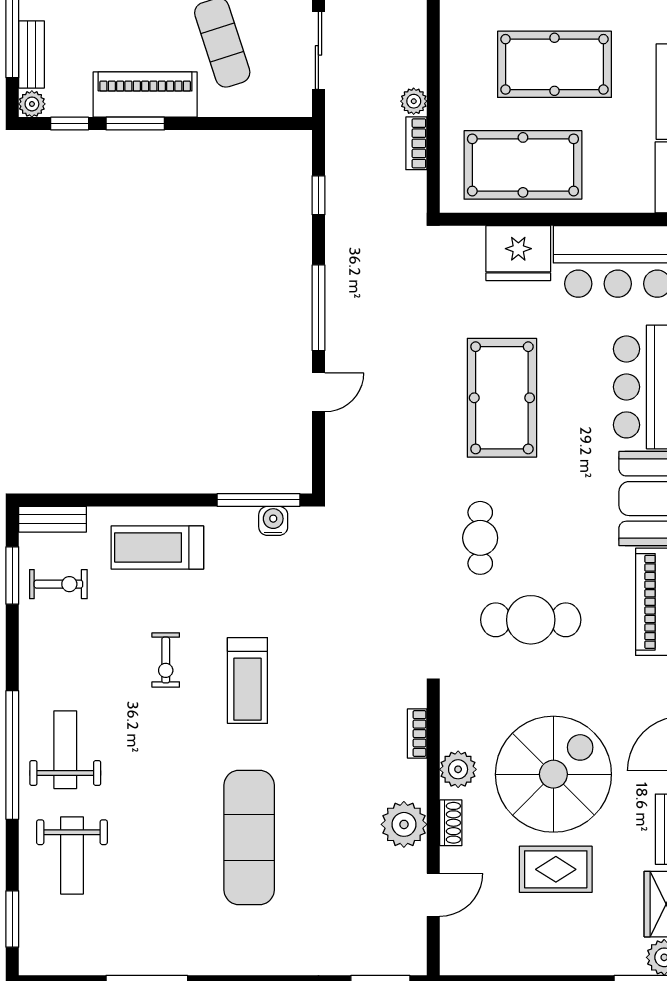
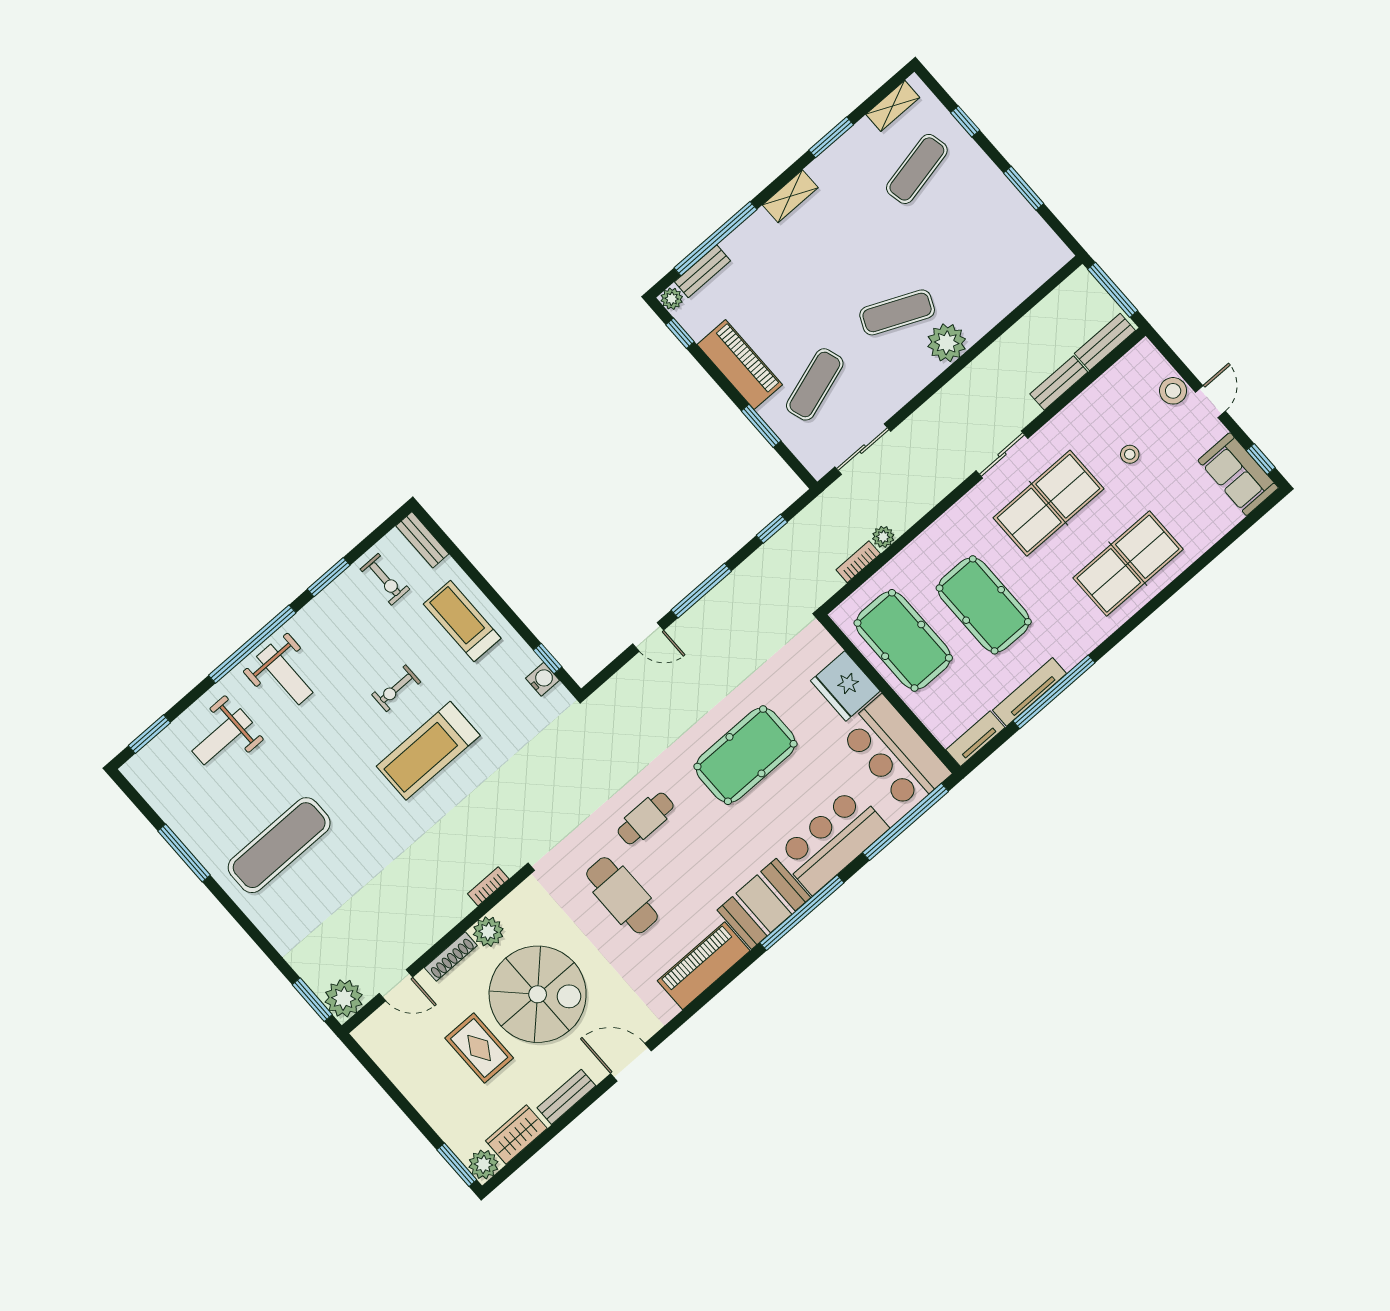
window: (135, 124) -> (761, 426), moved
window: (258, 500) -> (548, 658), width x0.46
window: (12, 576) -> (329, 577), moved
treadmill: (247, 681) -> (428, 751), width x1.37, depth x1.37
weight bench: (65, 750) -> (285, 674), turned 90
shoe rack: (451, 823) -> (451, 957), width x1.43
plant: (404, 824) -> (344, 998), moved
exercise mat: (249, 838) -> (279, 845), moved

